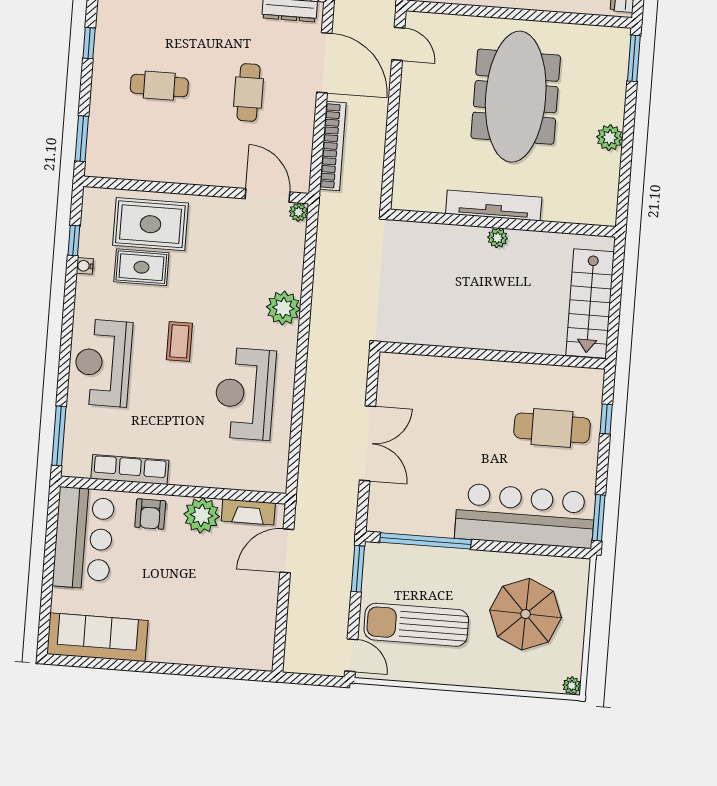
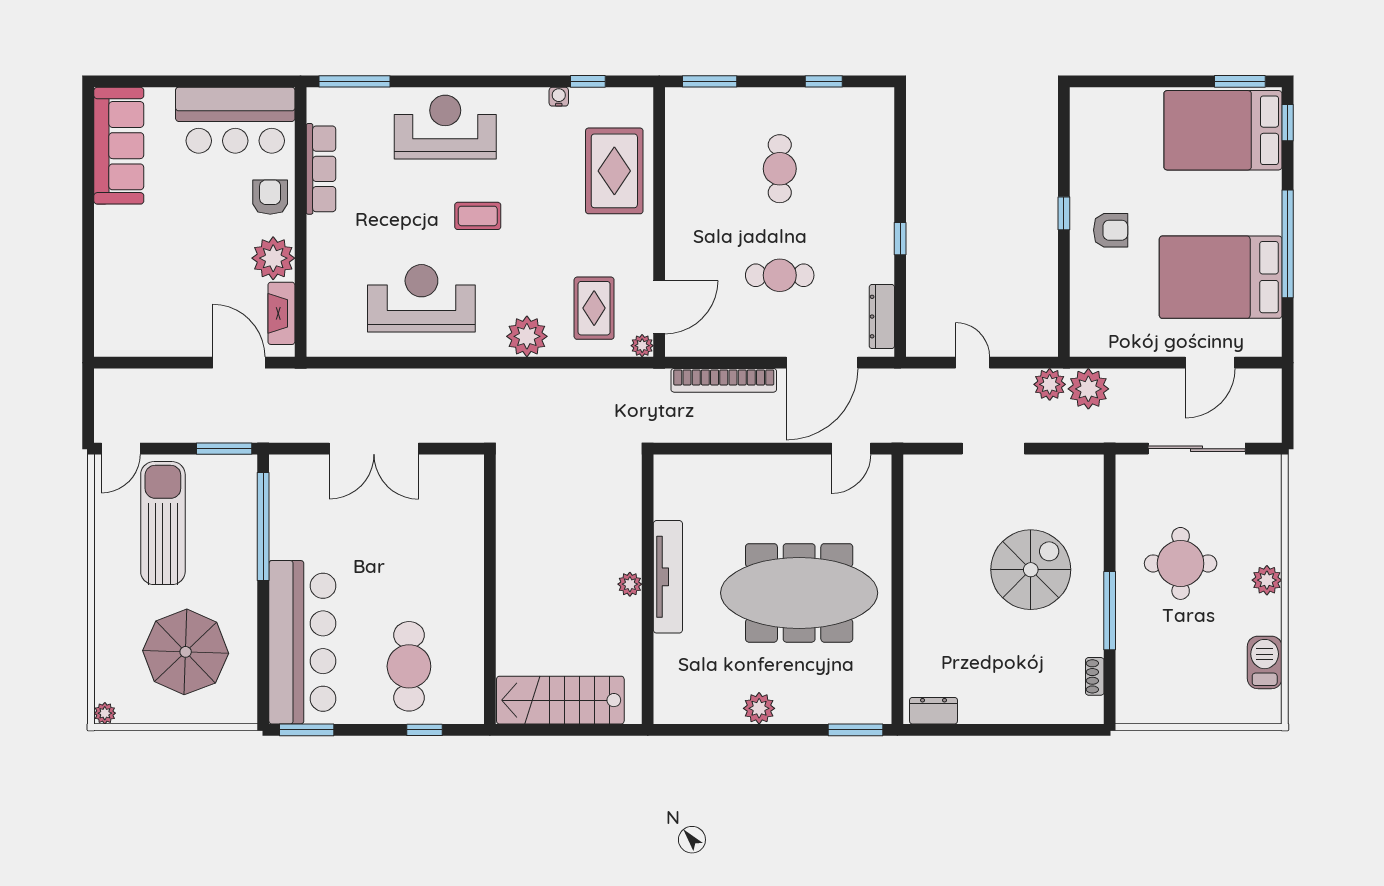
rug: (141, 267) -> (594, 308), moved
armchair: (150, 514) -> (270, 197), turned 90

